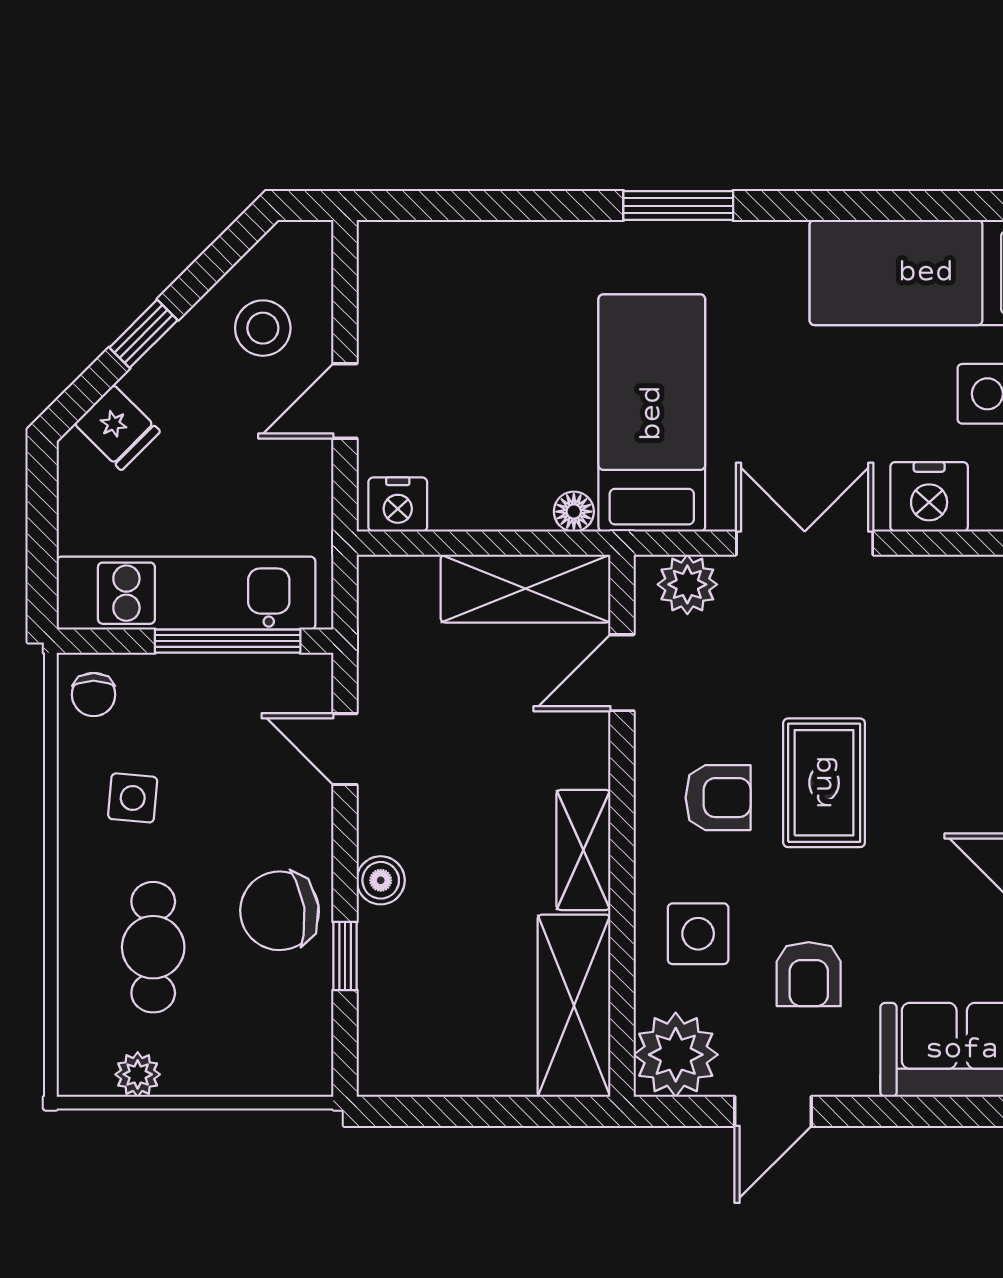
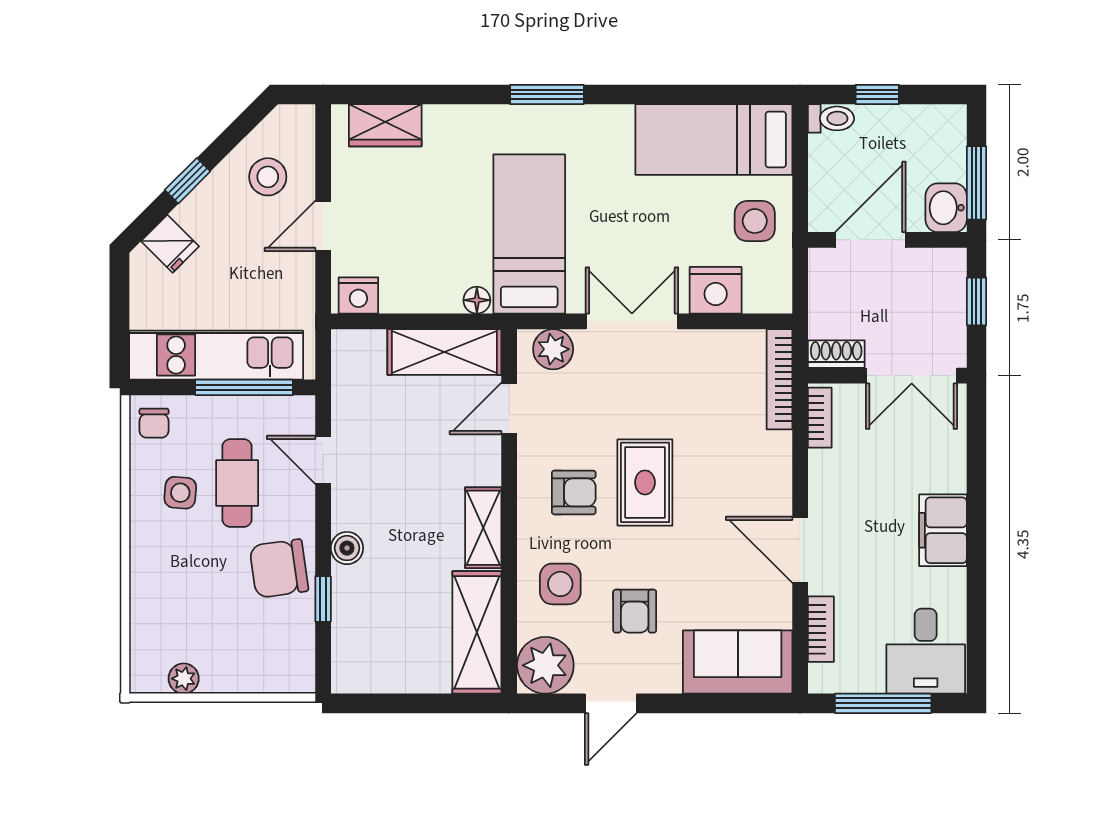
wardrobe: (438, 251) -> (385, 125), added
cafe table: (153, 947) -> (237, 483), moved

